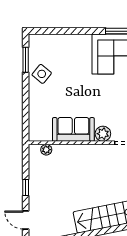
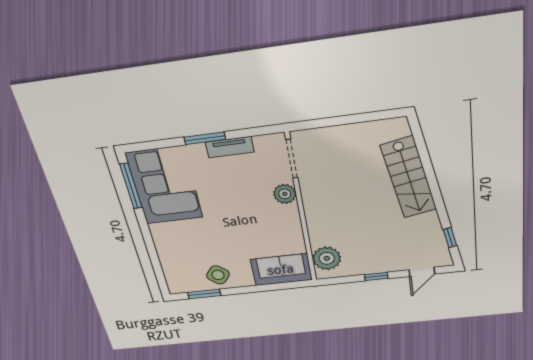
sofa: (73, 129) -> (281, 270), moved, turned 90
plant: (46, 150) -> (327, 258), width x1.87, depth x1.87

